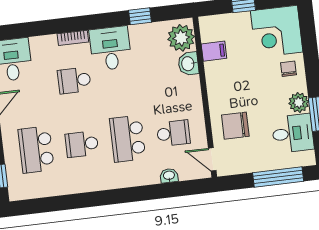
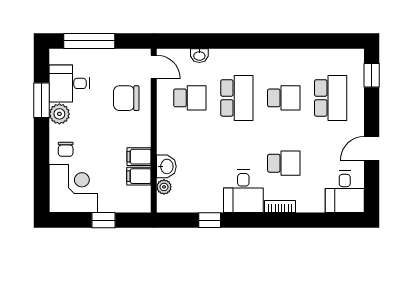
plant: (181, 38) -> (164, 187), width x0.53, depth x0.53
filing cabinet: (216, 70) -> (139, 157), added
chair: (235, 126) -> (126, 98), turned 180
school desk: (173, 133) -> (190, 98), turned 180

